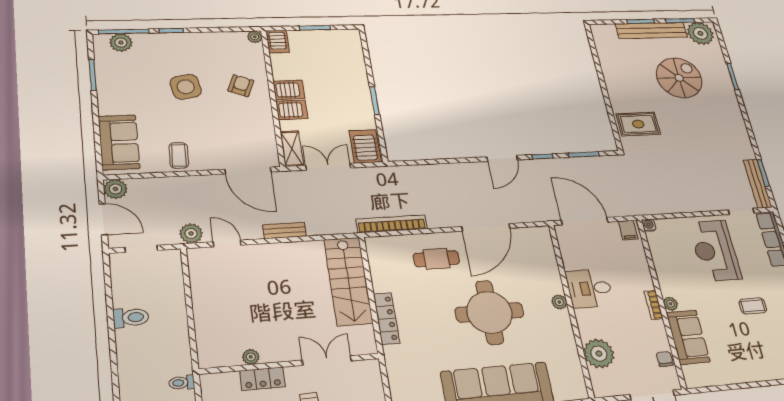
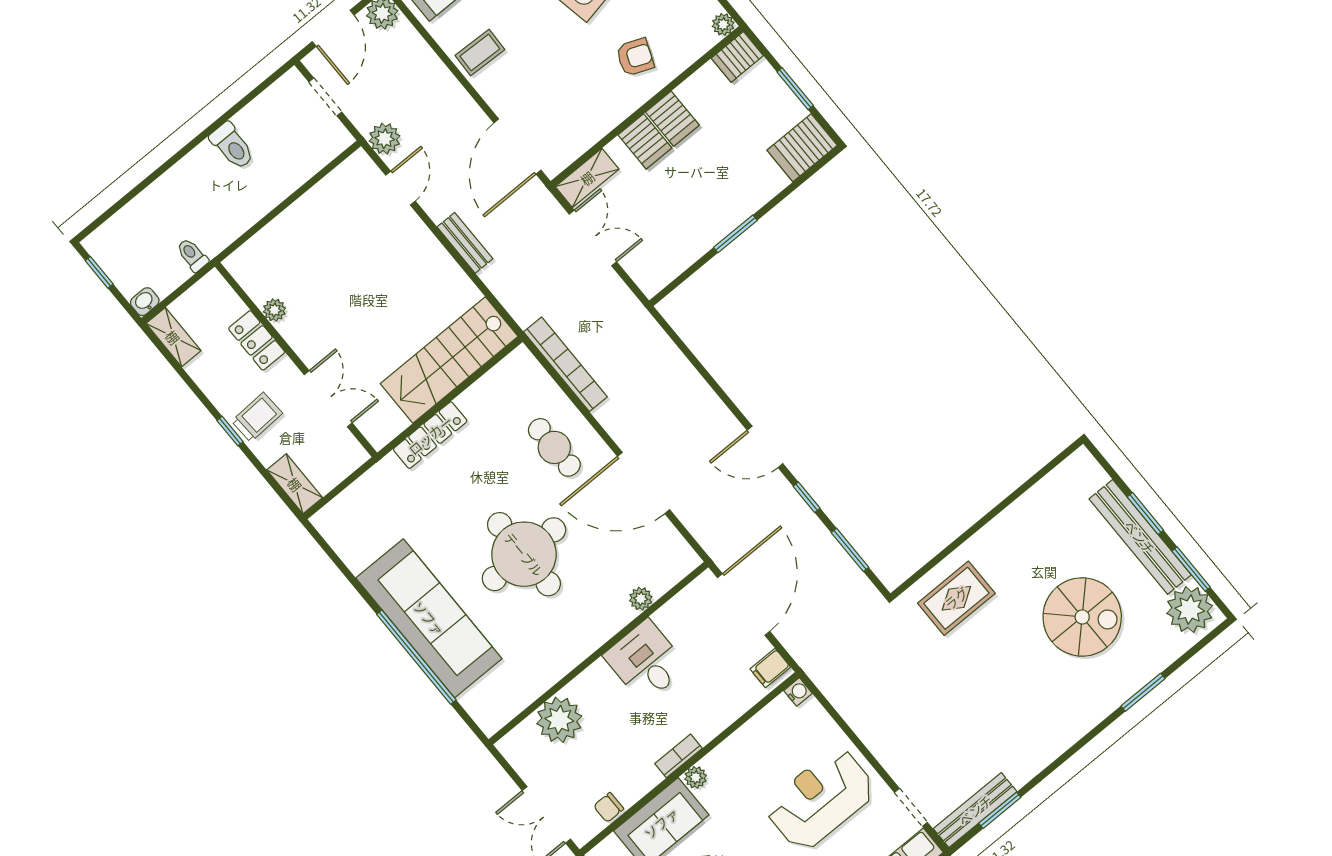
rug: (638, 124) -> (956, 598), turned 90
server rack: (365, 146) -> (802, 148), moved, turned 180
plant: (559, 302) -> (641, 599), moved
chair: (665, 359) -> (609, 807), turned 180

